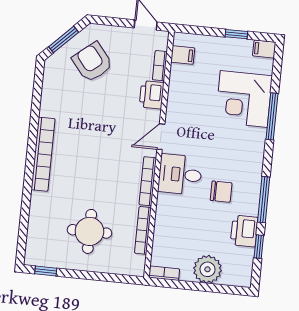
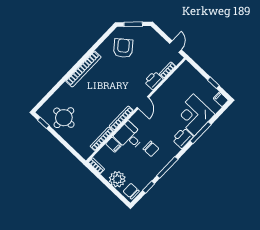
filing cabinet: (183, 55) -> (113, 145), moved
armchair: (92, 62) -> (123, 48), moved
door: (161, 137) -> (143, 103), swing flipped
desk: (180, 174) -> (129, 136), moved
round table: (89, 231) -> (64, 118), moved
printer: (244, 231) -> (183, 138), moved
chair: (239, 271) -> (131, 191), added

